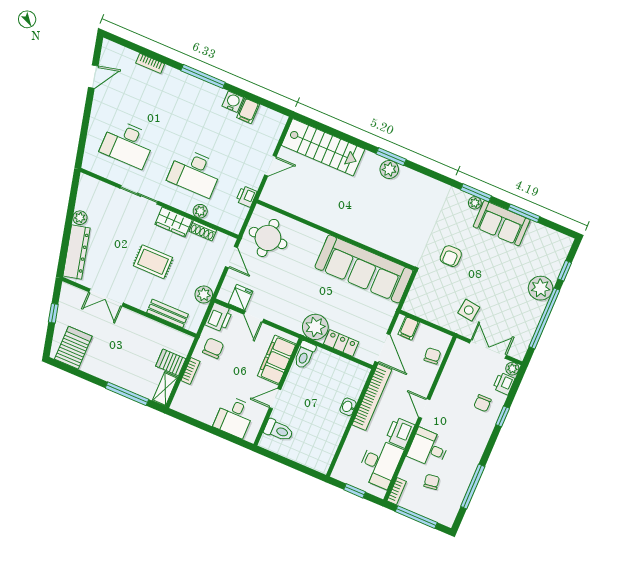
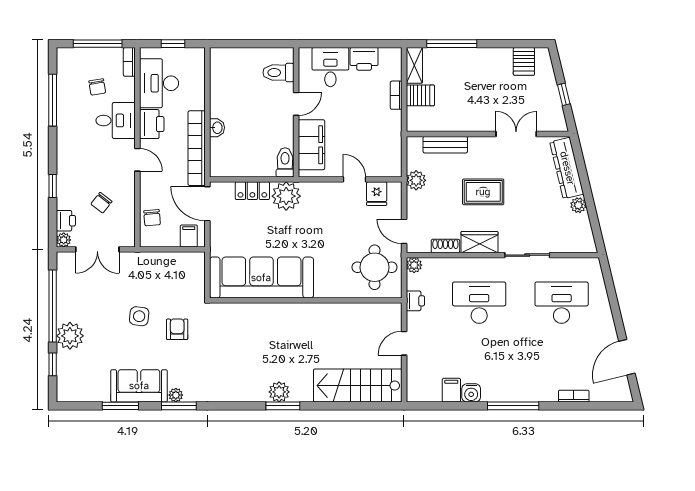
door: (93, 77) -> (627, 357), width x1.38
plant: (200, 211) -> (414, 265), moved
side table: (469, 310) -> (139, 316), moved
printer: (219, 317) -> (364, 59), moved, turned -90
server rack: (73, 348) -> (524, 61), width x0.73, depth x0.70
chair: (213, 348) -> (383, 129), removed
chair: (482, 403) -> (101, 203), moved, turned -142

